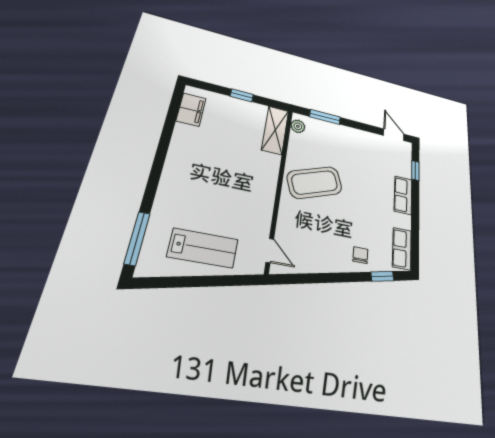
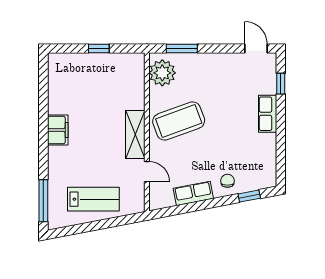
filing cabinet: (191, 110) -> (58, 130), moved
plant: (298, 126) -> (162, 73), width x1.88, depth x1.88
shelving: (275, 130) -> (135, 135), moved
row of seats: (402, 249) -> (193, 193), moved, turned 79
door: (270, 251) -> (147, 172), moved

